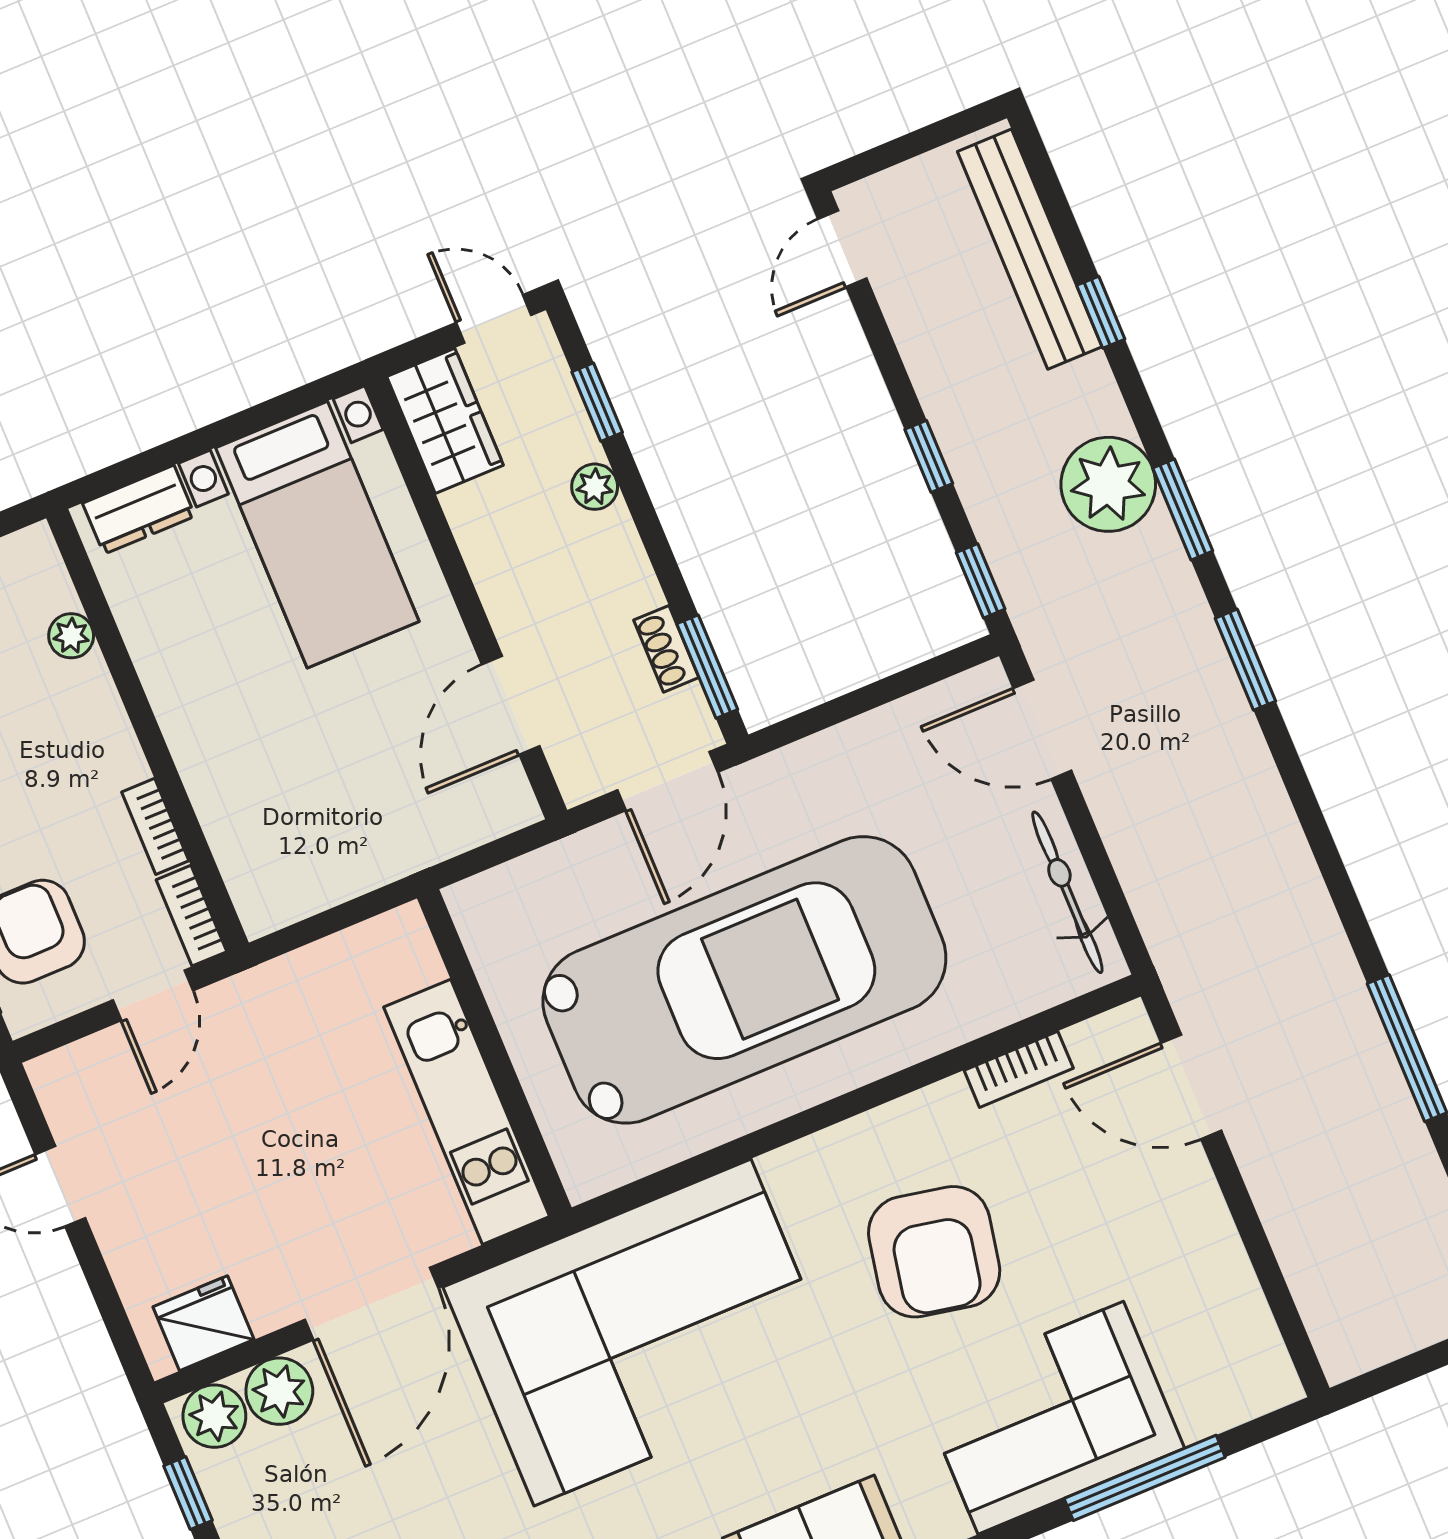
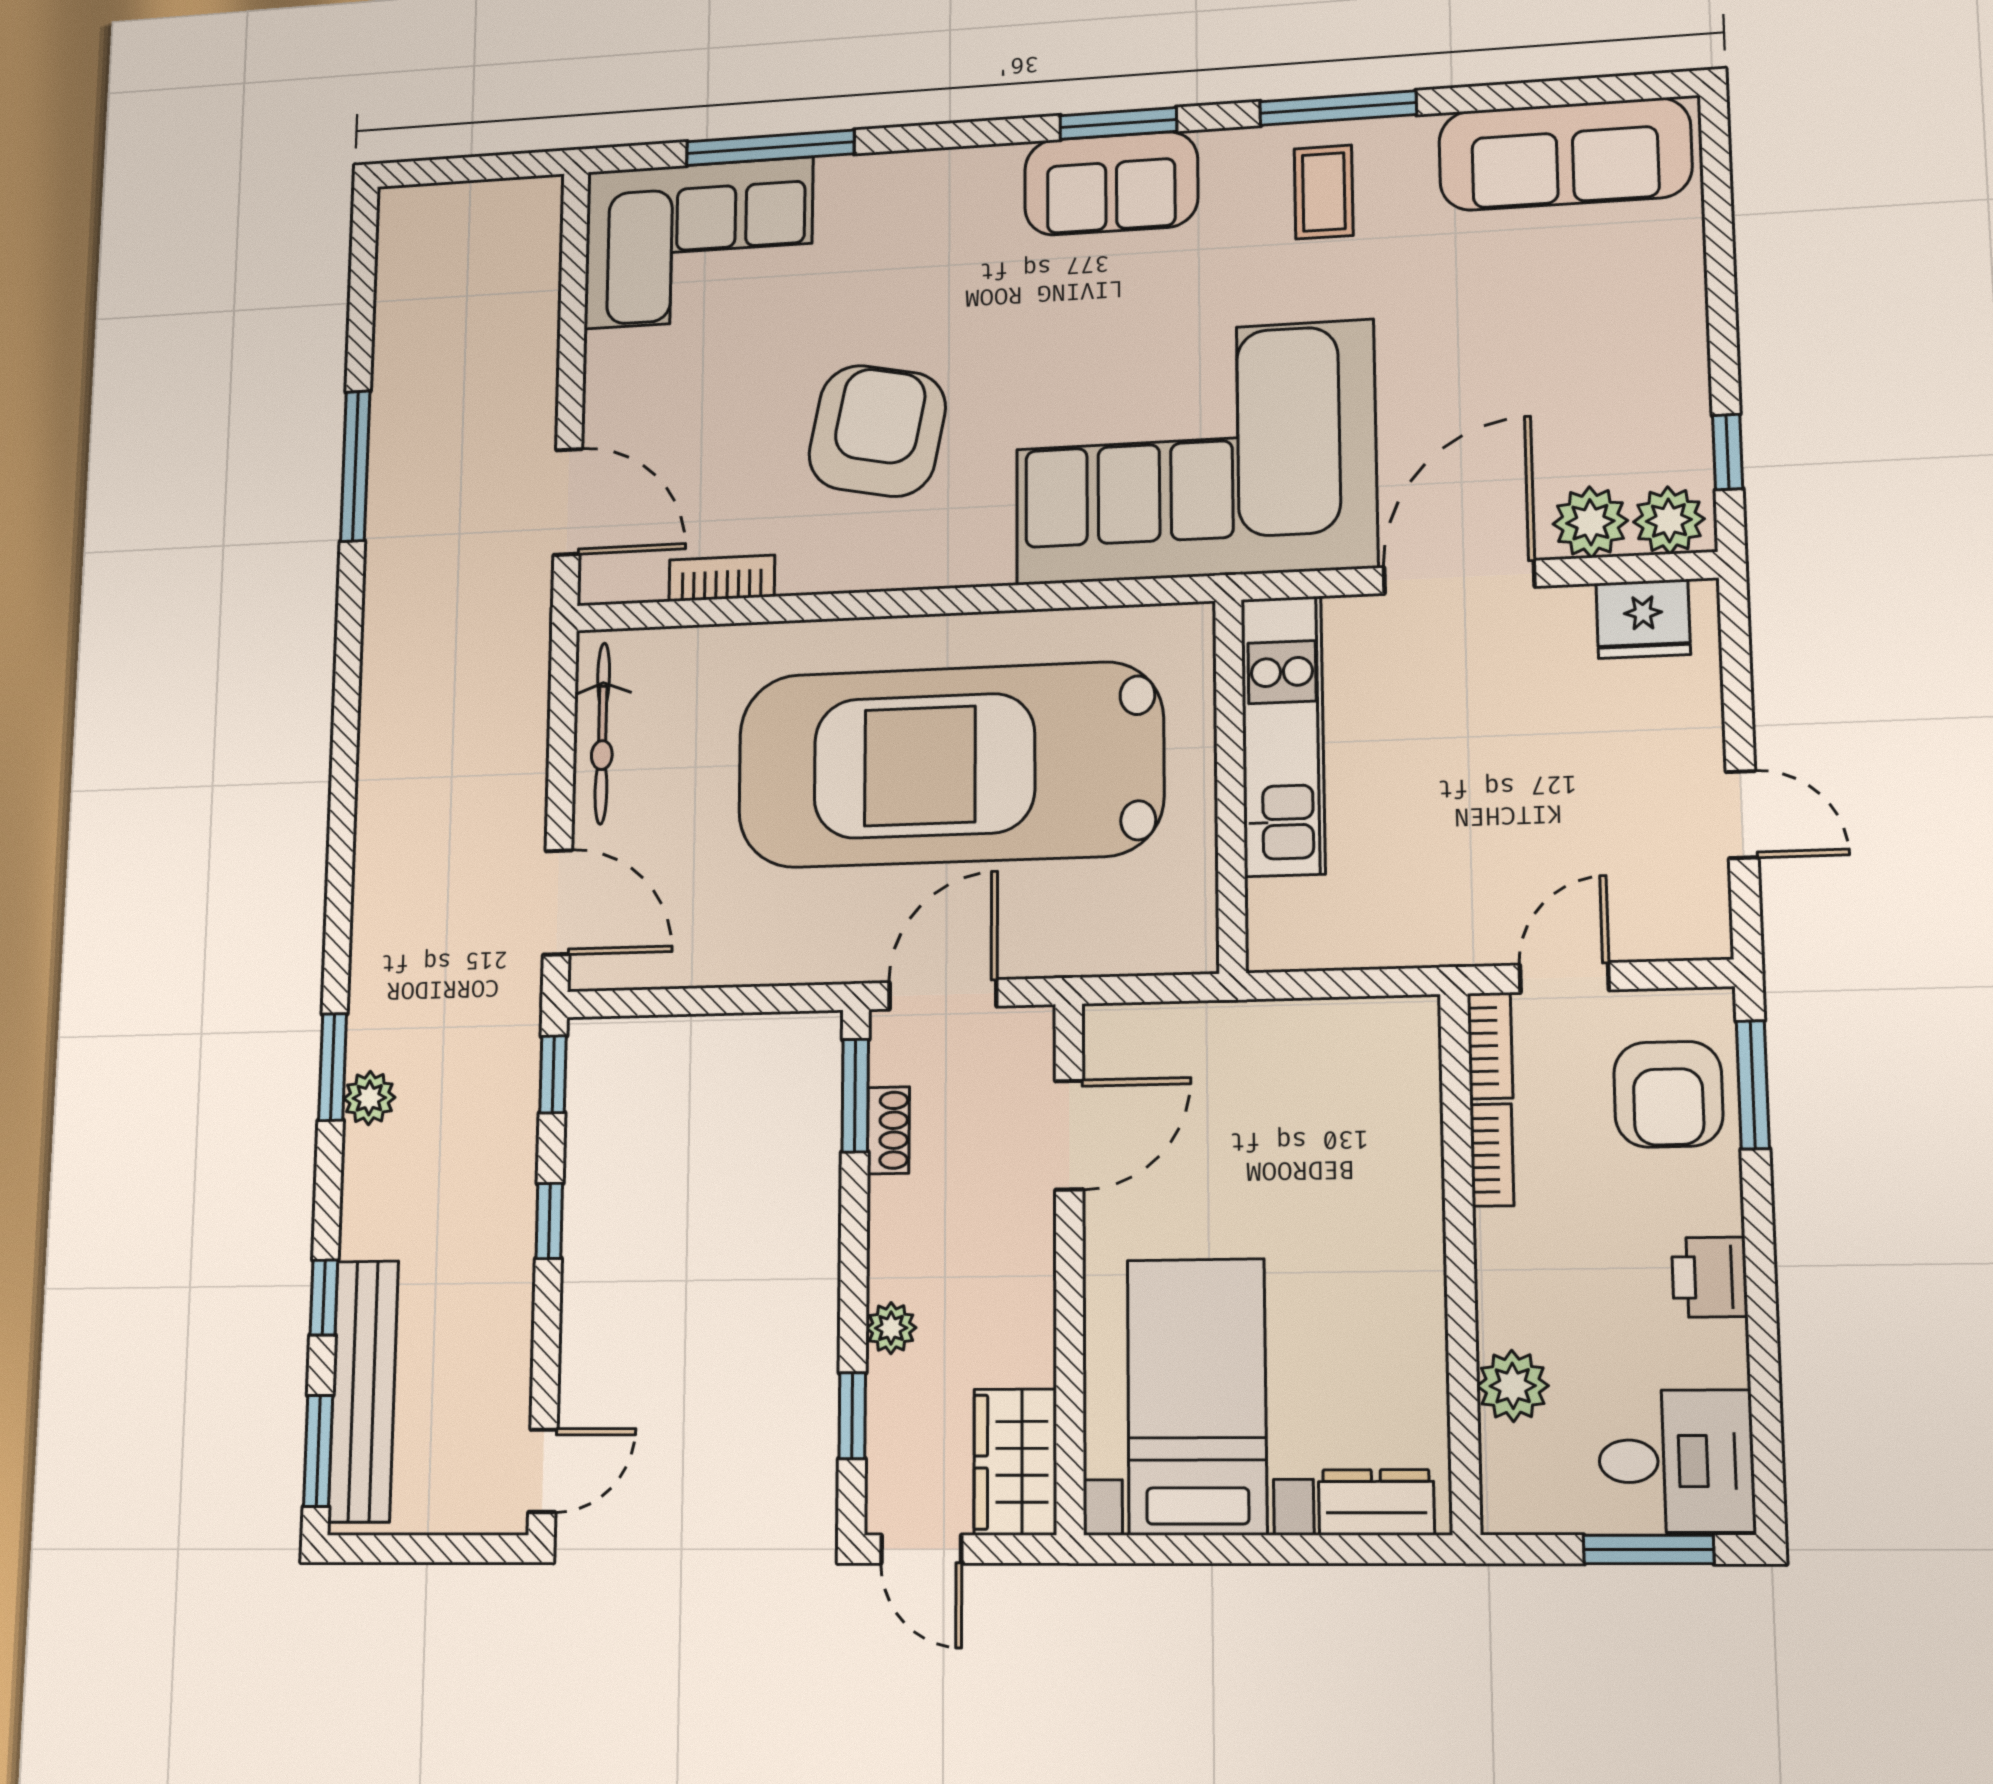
plant: (1108, 484) -> (369, 1098), width x0.53, depth x0.53
plant: (71, 636) -> (1513, 1386), width x1.38, depth x1.38
window: (1245, 660) -> (318, 1451), moved
corner sofa: (1051, 1418) -> (698, 243), moved

